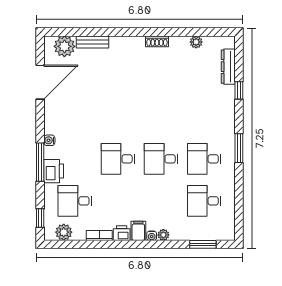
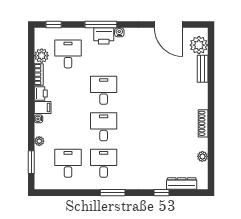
shoe rack: (157, 41) -> (203, 123), width x1.43
printer: (54, 171) -> (104, 36), moved
plant: (64, 232) -> (42, 56), moved
plant: (163, 235) -> (39, 141), moved

